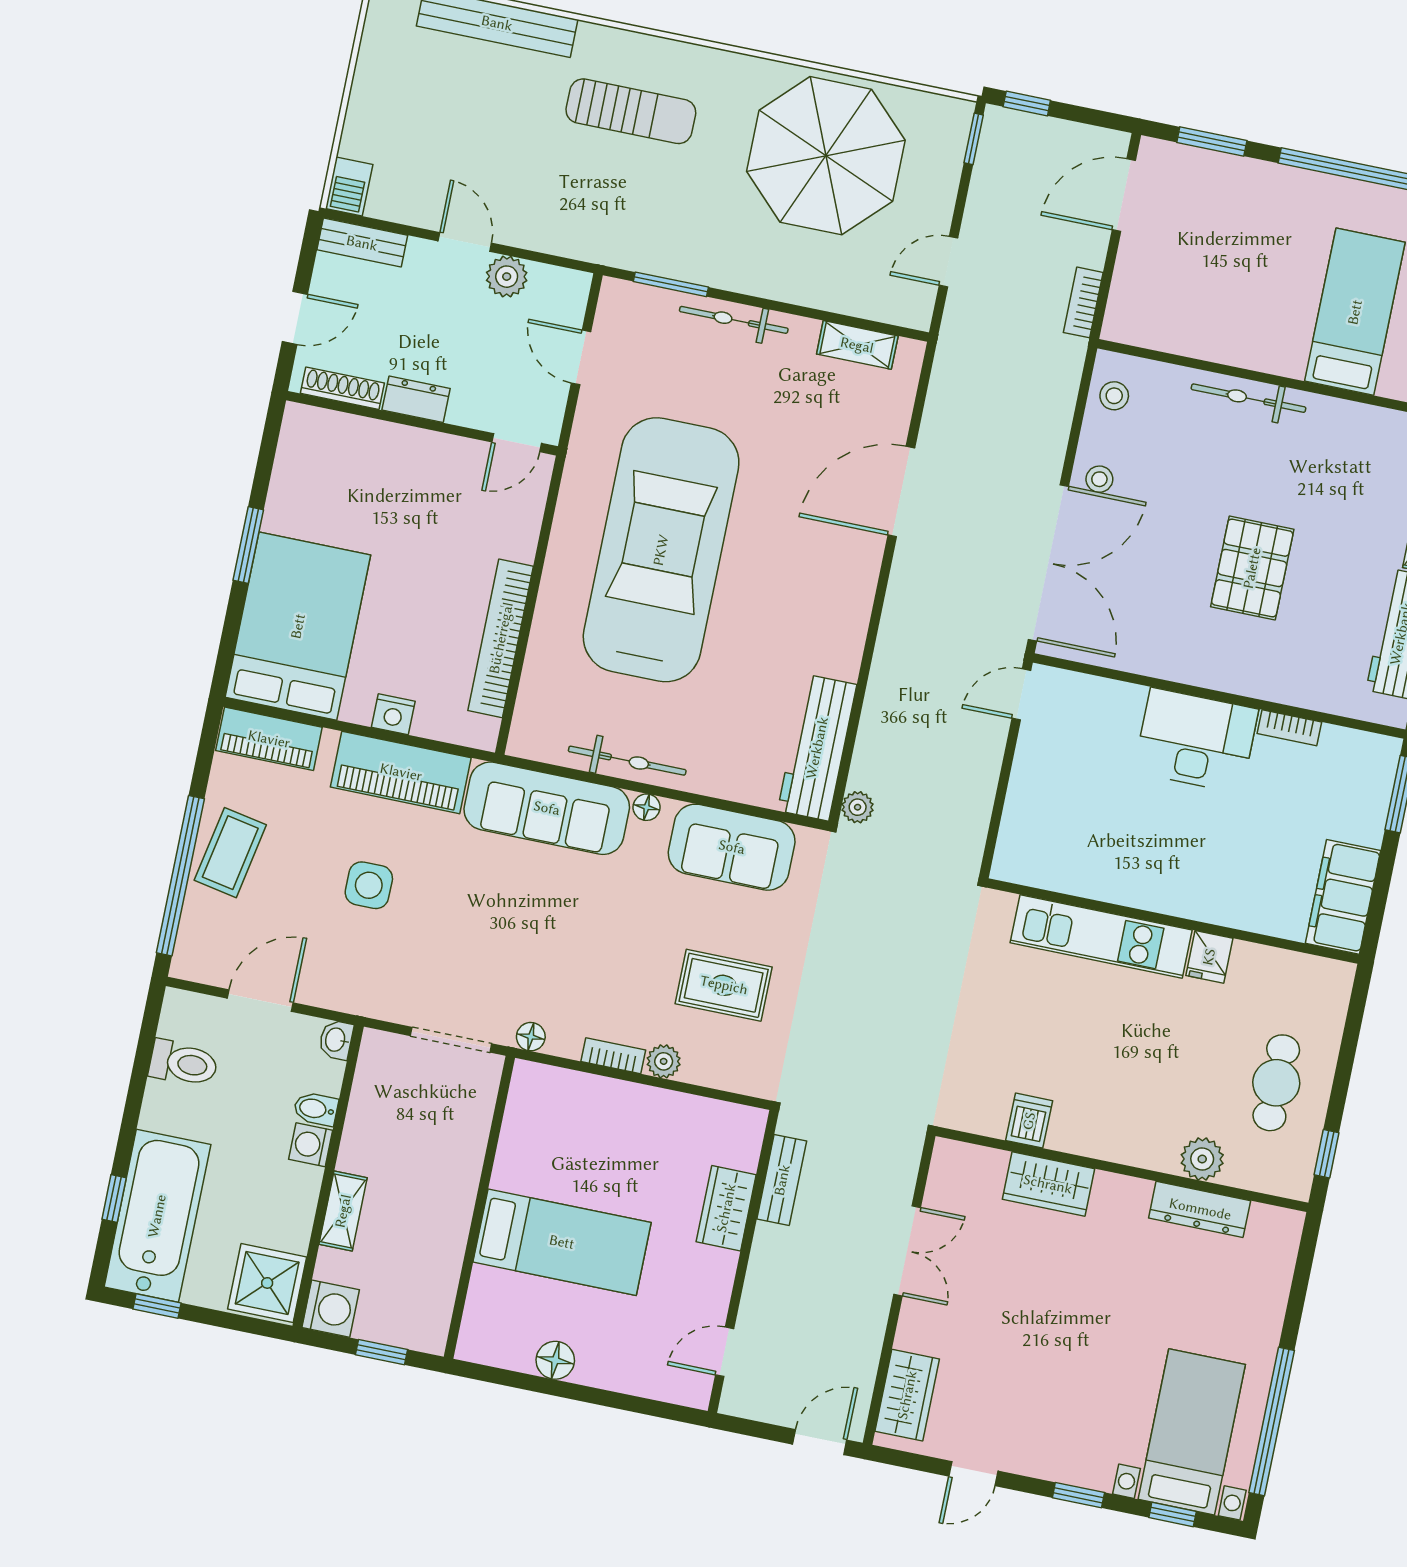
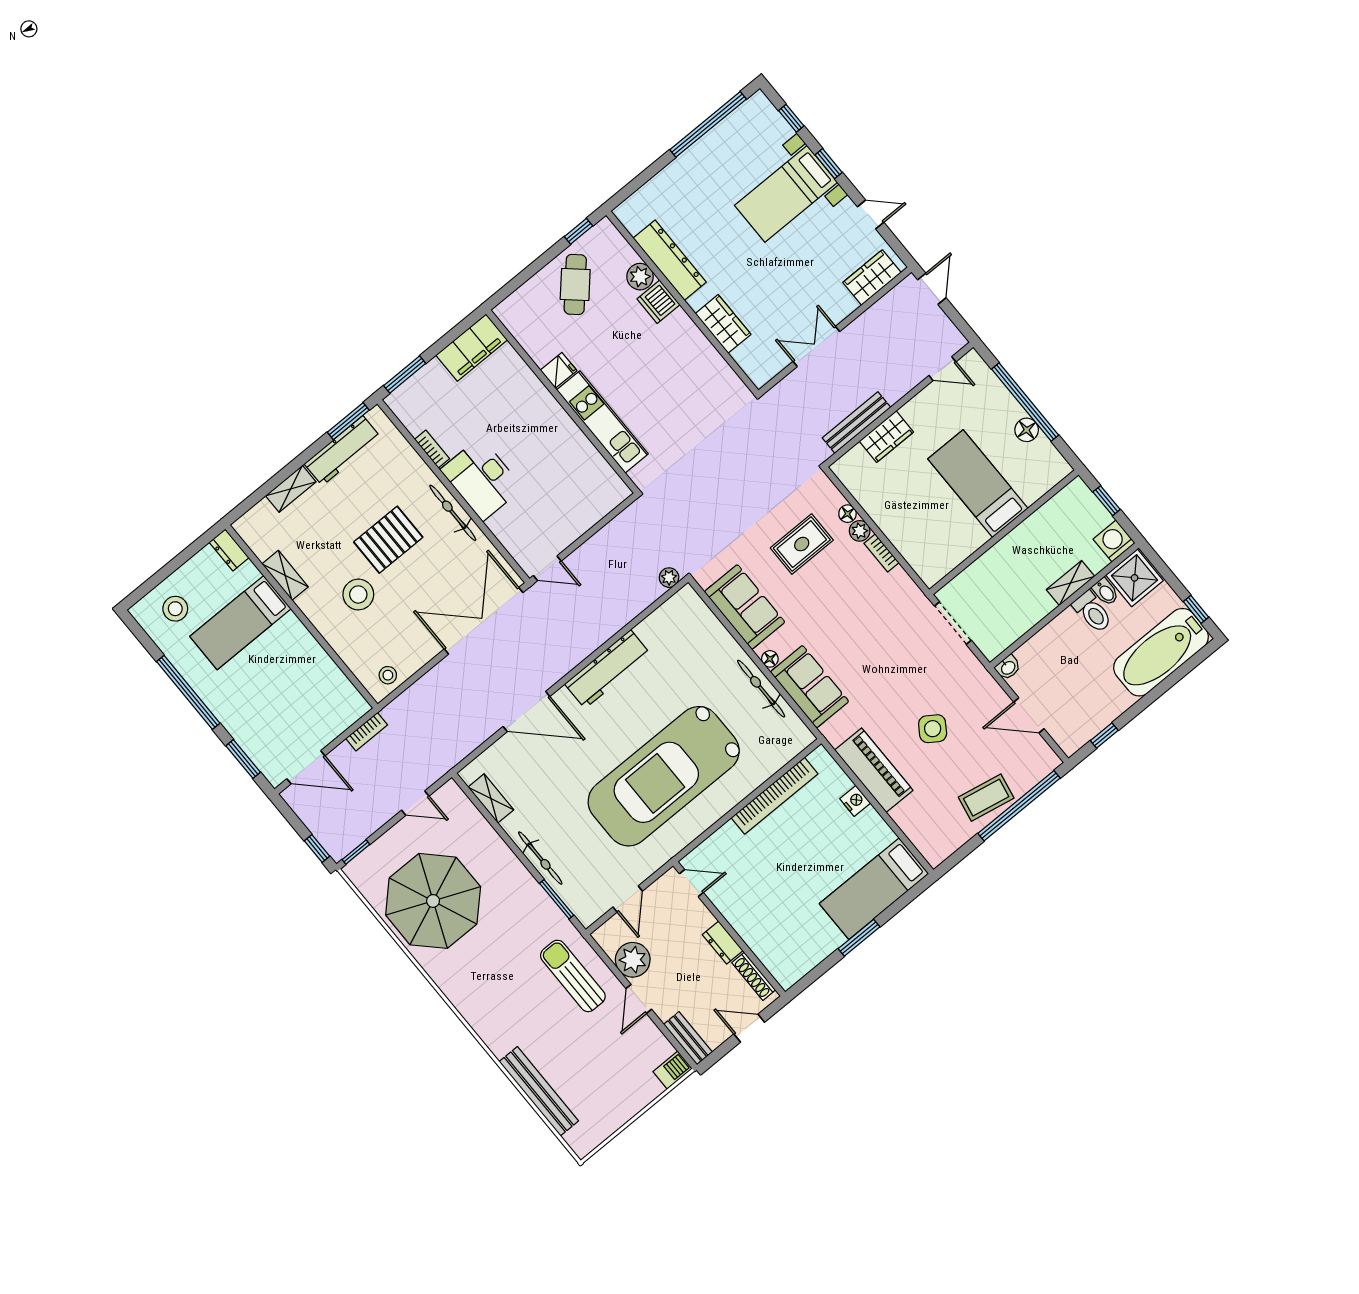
sun lounger: (631, 111) -> (573, 976), moved
plant: (507, 277) -> (633, 960), width x1.36, depth x1.36
bicycle: (1248, 398) -> (453, 513), moved, turned 180
shelving: (1347, 417) -> (285, 575), added
stool: (1099, 479) -> (358, 594), moved, width x1.89, depth x1.89
bed: (298, 626) -> (874, 889), width x0.67
piano: (269, 739) -> (924, 837), removed
workbench: (817, 748) -> (608, 669), moved
sofa: (547, 808) -> (810, 687), width x0.73
side table: (369, 885) -> (933, 729), turned 34
rug: (724, 985) -> (802, 544), turned 90
floor lamp: (531, 1037) -> (847, 514), moved
toilet: (183, 1063) -> (1092, 612), moved, turned 180
cafe table: (1276, 1083) -> (575, 284), turned -48
bidet: (316, 1109) -> (1105, 592), moved
dishwasher: (1029, 1121) -> (658, 302), moved, width x1.38
washing machine: (311, 1145) -> (1060, 627), removed
bench: (782, 1180) -> (856, 423), width x1.36
window: (114, 1198) -> (1104, 735), moved
dresser: (1200, 1209) -> (670, 260), width x1.37, depth x1.24
window: (586, 1394) -> (1025, 402), added
bed with nightstands: (1192, 1432) -> (786, 194), moved
door: (820, 1442) -> (932, 289), swing flipped

